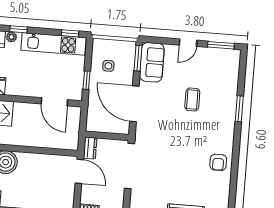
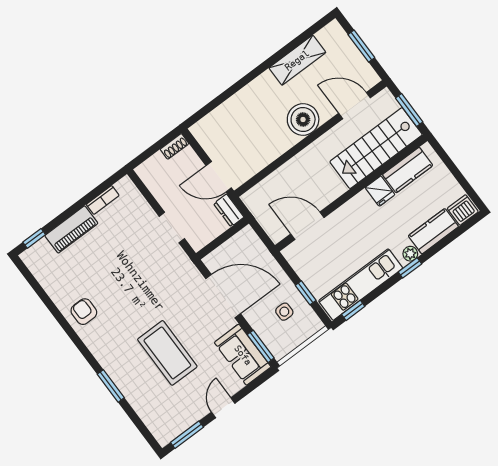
window: (87, 80) -> (306, 293), moved
coffee table: (192, 99) -> (167, 353), width x1.86, depth x1.72
doorway: (130, 166) -> (172, 228), width x0.53

